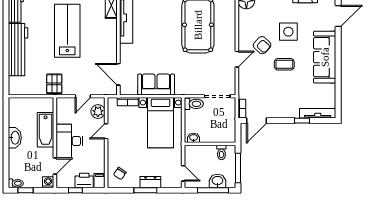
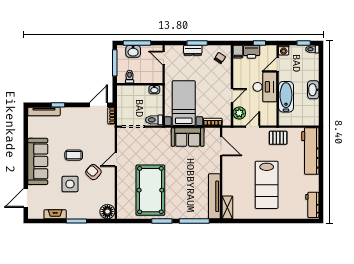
workbench: (18, 50) -> (310, 151), moved
pallet: (54, 84) -> (278, 138), turned 90

